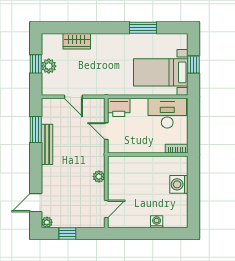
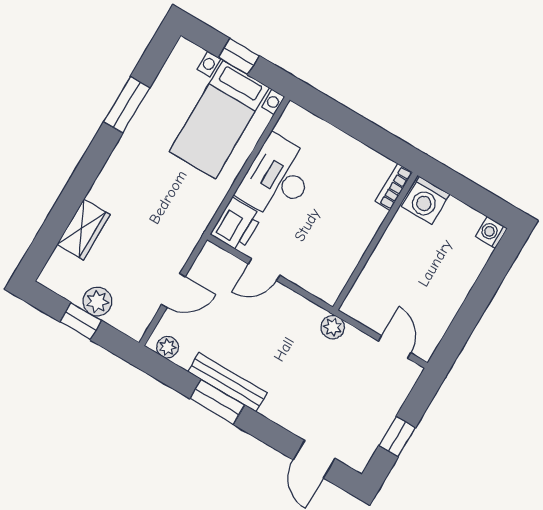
desk: (167, 113) -> (277, 178), moved
window: (36, 129) -> (217, 402), moved
bookcase: (177, 149) -> (394, 187), moved
wall: (148, 154) -> (375, 241), moved
plant: (47, 222) -> (167, 347), moved
washing machine: (157, 222) -> (491, 232), moved

